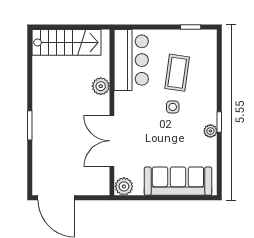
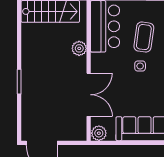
double door: (112, 141) -> (89, 95), swing flipped

